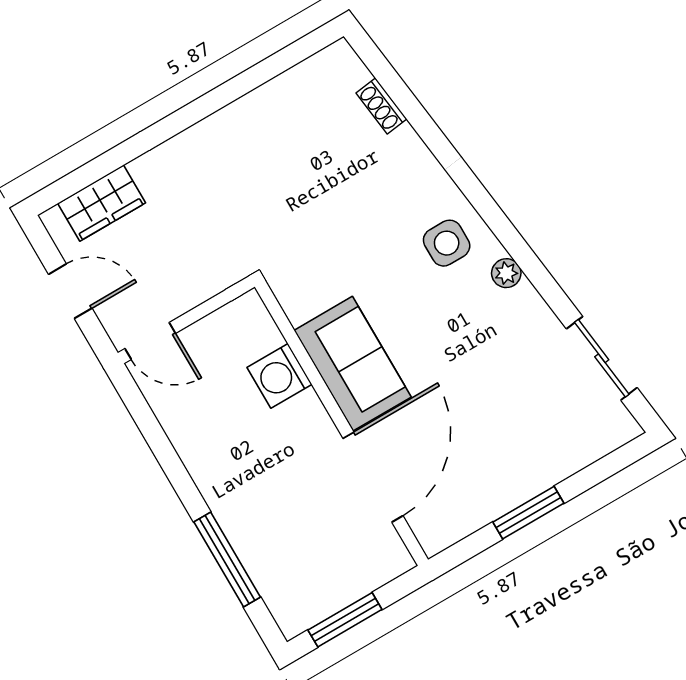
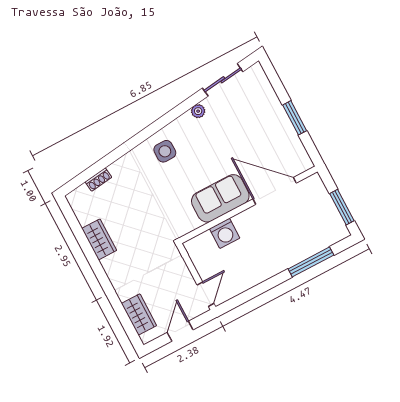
wardrobe: (256, 113) -> (99, 239), added
plant: (506, 273) -> (198, 111), moved

